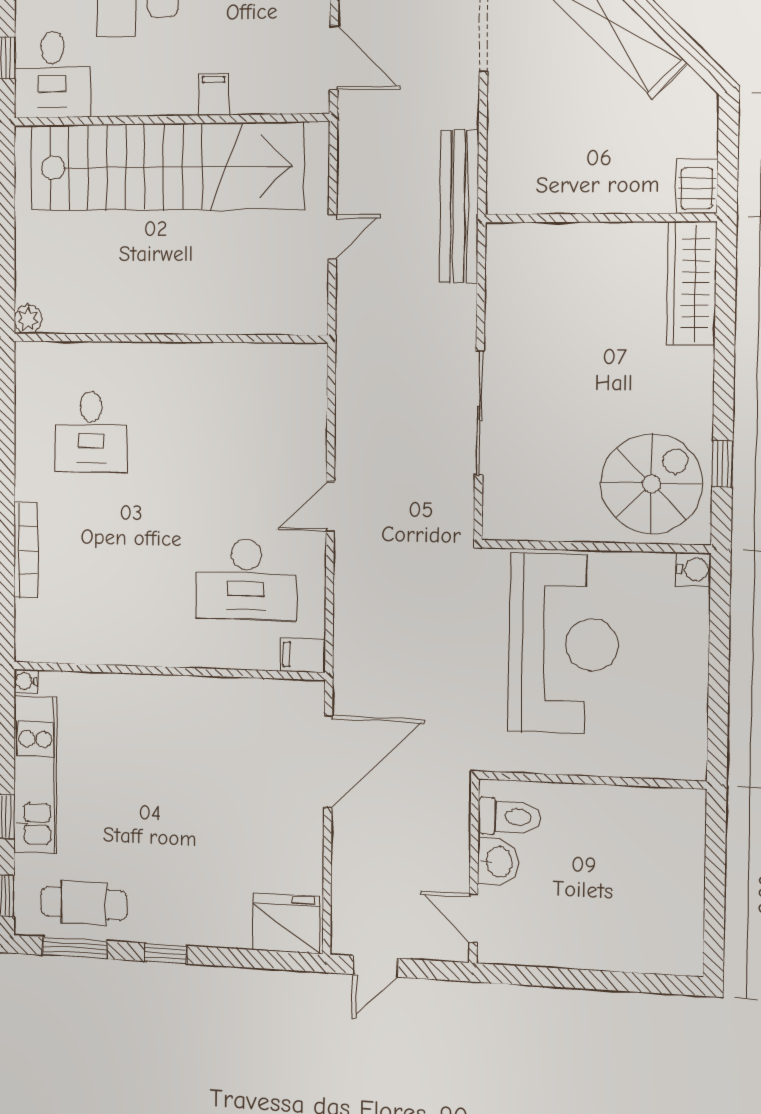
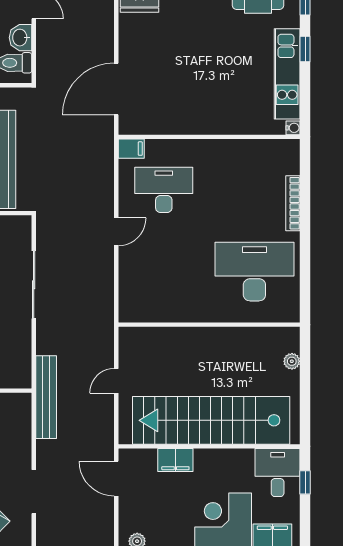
filing cabinet: (214, 94) -> (175, 460), width x2.00
plant: (28, 319) -> (292, 361), moved
desk: (91, 432) -> (254, 272), width x1.87, depth x1.30

